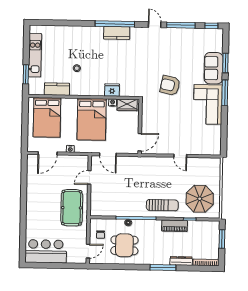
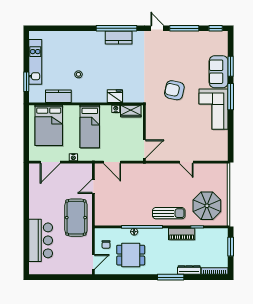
bed: (92, 119) -> (90, 127), width x0.67
bar counter: (46, 251) -> (41, 240), moved, turned 90

